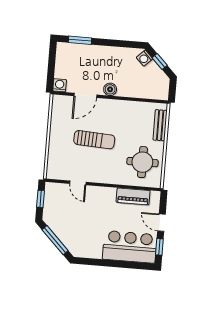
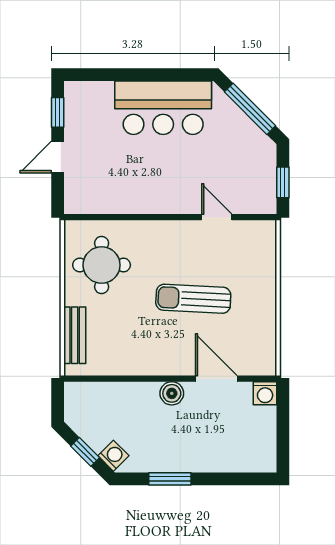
window: (80, 40) -> (170, 479), moved
door: (85, 95) -> (216, 379), hinge flipped
piano: (133, 196) -> (114, 201), removed
door: (161, 223) -> (58, 157), swing flipped
bar counter: (130, 247) -> (163, 108), moved

